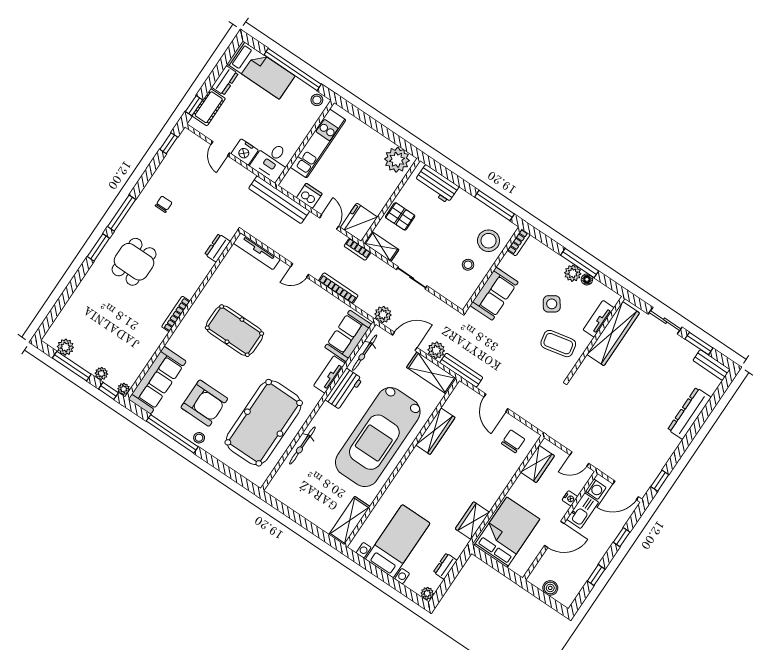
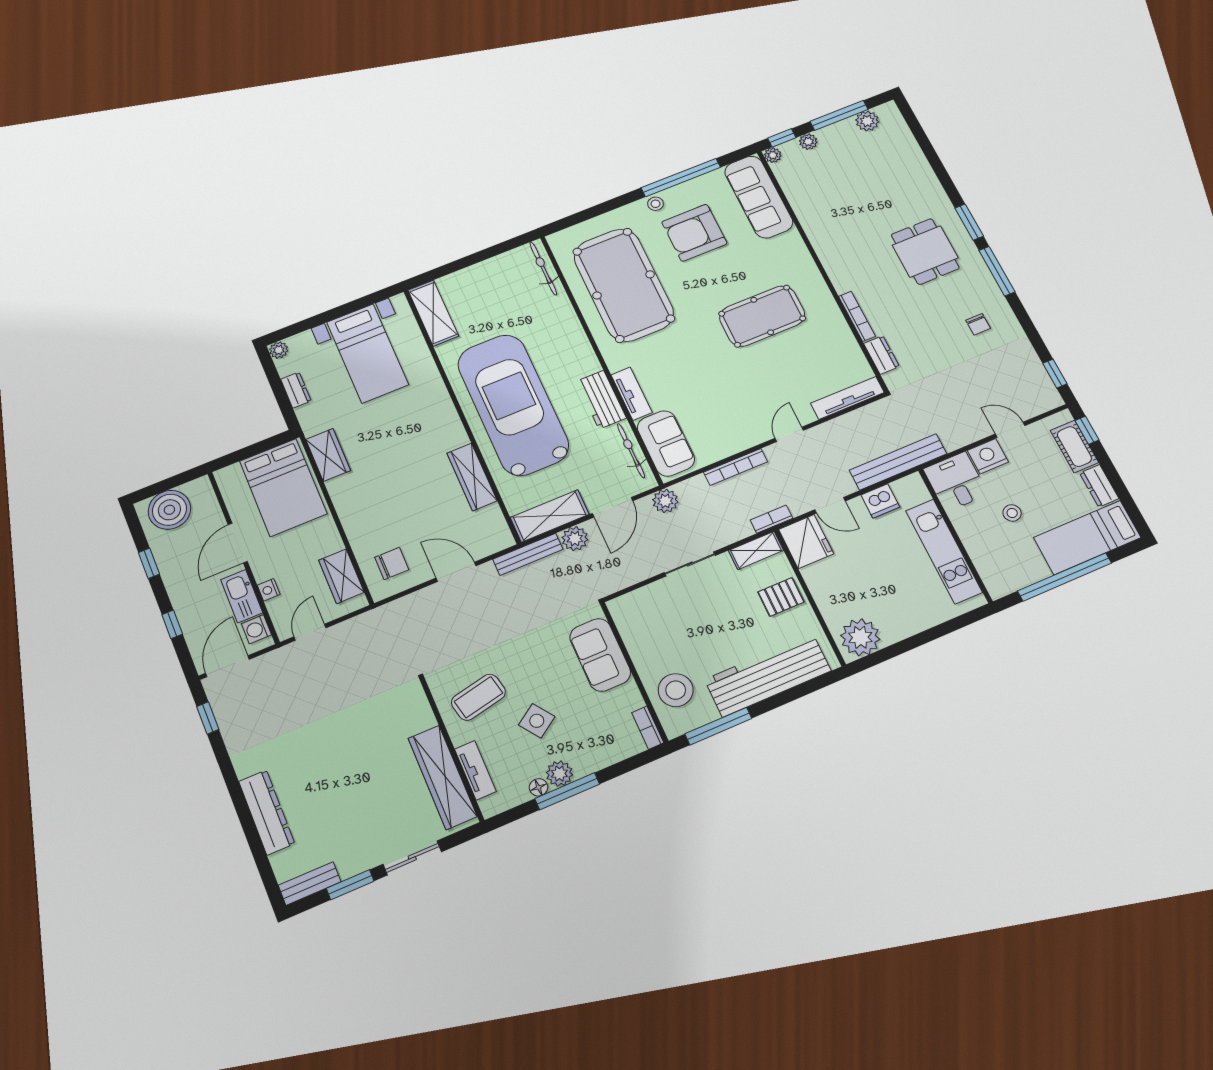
stool: (317, 100) -> (1012, 513), moved
workbench: (437, 184) -> (768, 675), width x1.88, depth x1.32
stool: (468, 265) -> (661, 645), removed
bookcase: (176, 314) -> (857, 316), moved
chair: (513, 441) -> (392, 563), turned -90
bicycle: (302, 446) -> (543, 268), moved
boiler: (550, 588) -> (169, 510), width x1.86, depth x1.86

